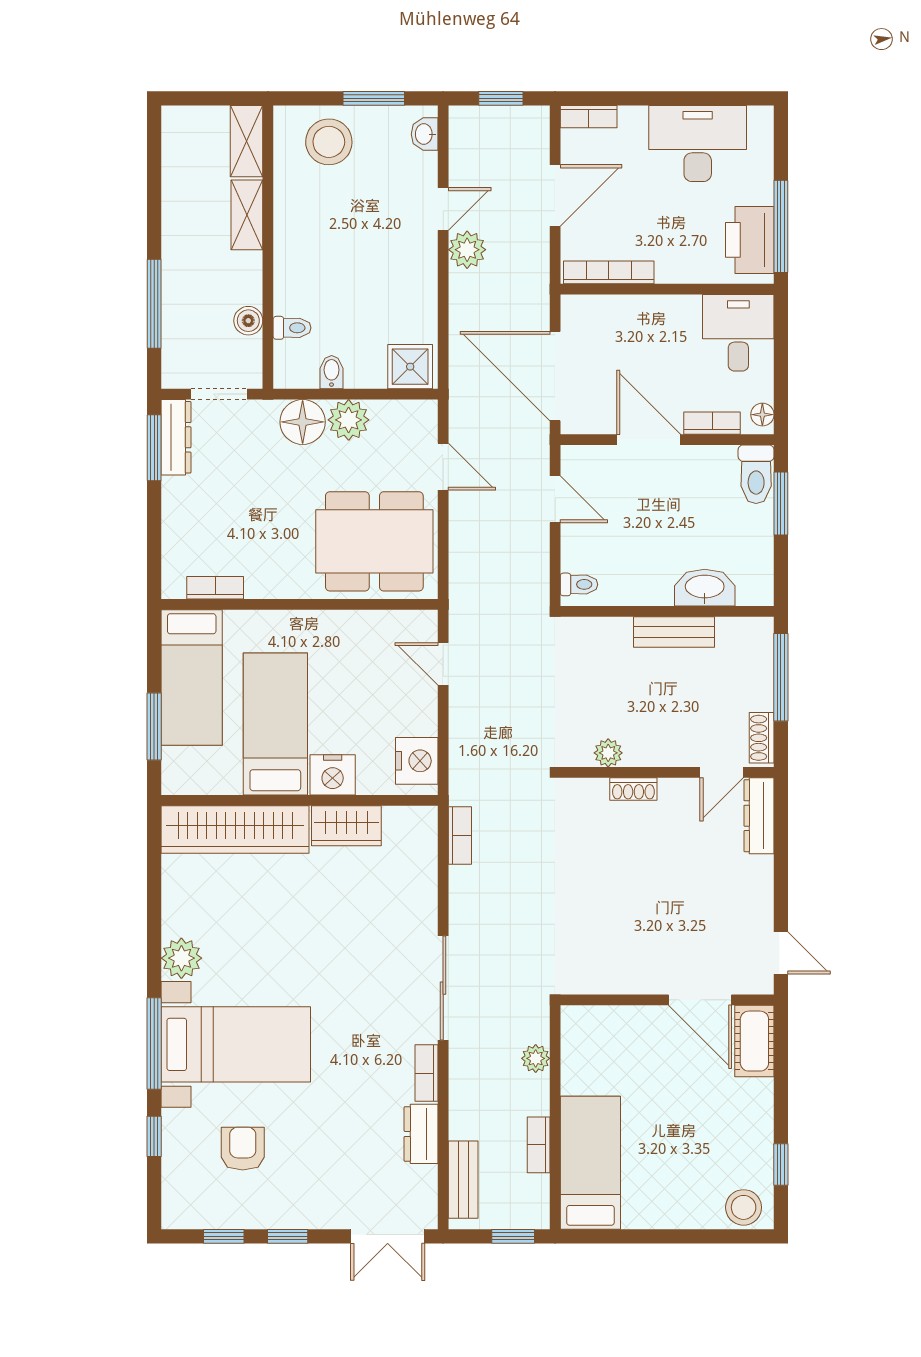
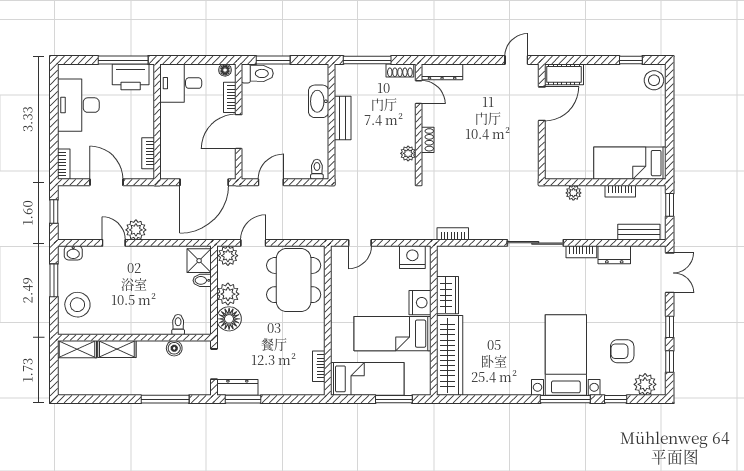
bookcase: (609, 272) -> (148, 153), width x0.64
bidet: (332, 372) -> (202, 280), moved
plant: (419, 420) -> (228, 256), added
plant: (181, 958) -> (645, 384), moved

